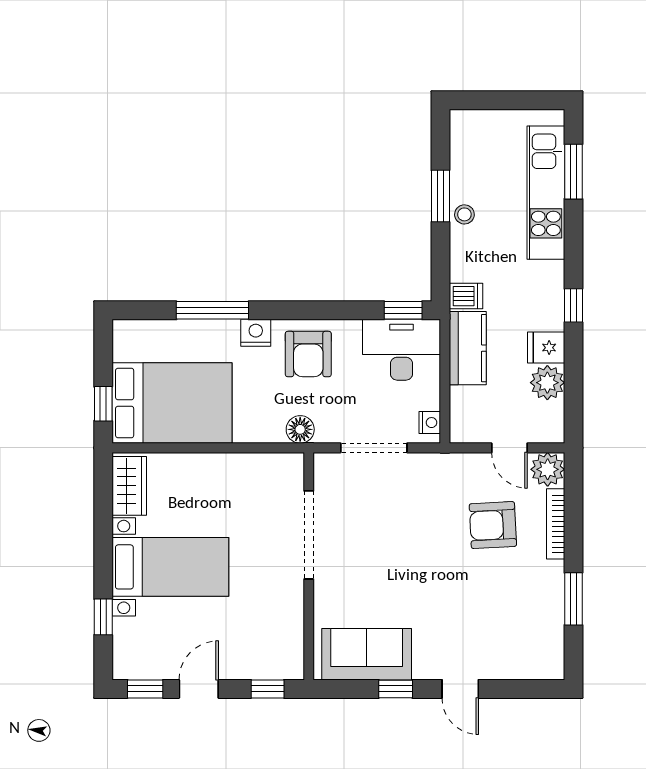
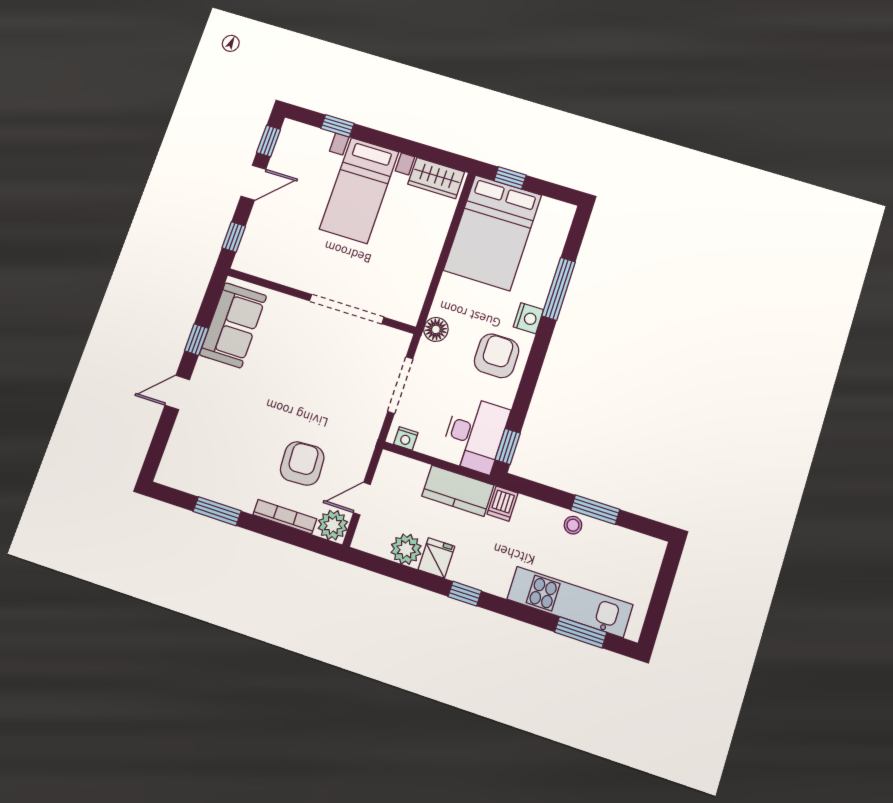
armchair: (308, 354) -> (497, 356), turned 90
door: (199, 689) -> (253, 183), hinge flipped

